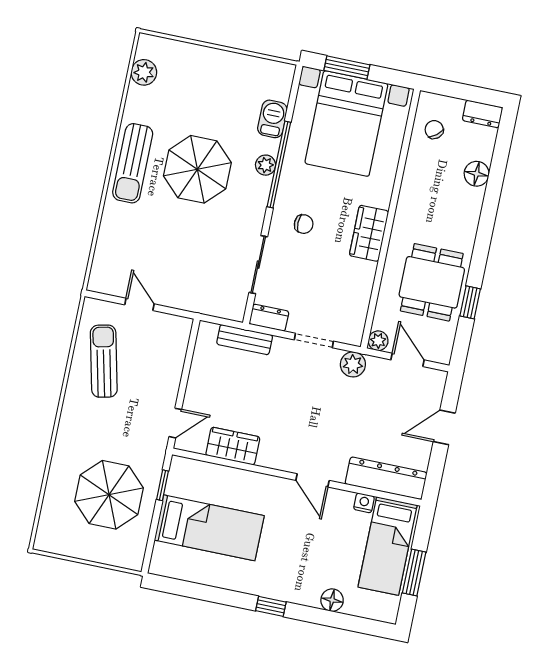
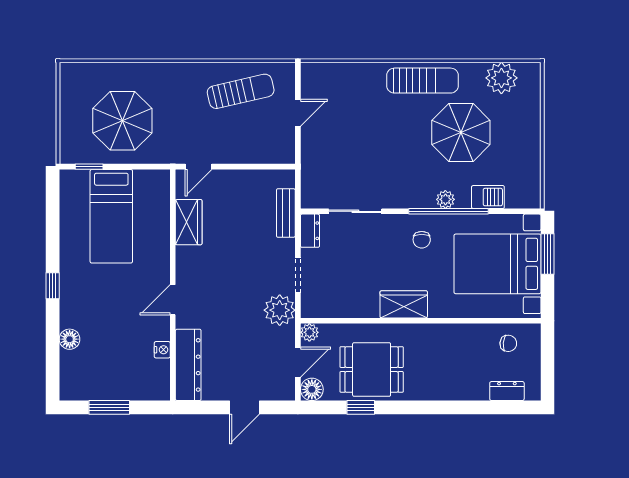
plant: (144, 72) -> (501, 78), width x1.36, depth x1.36
dresser: (482, 114) -> (507, 391), moved, turned 90
chair: (434, 130) -> (508, 343), turned 44
sun lounger: (133, 163) -> (423, 81), turned 180
parasol: (197, 169) -> (461, 132), moved
floor lamp: (477, 174) -> (312, 389), moved
chair: (304, 224) -> (422, 240), moved
plant: (353, 364) -> (280, 310), width x1.36, depth x1.36
door: (175, 423) -> (199, 167), hinge flipped
door: (444, 427) -> (244, 407), swing flipped
window: (162, 485) -> (89, 167), moved
bed: (388, 546) -> (128, 379), removed

